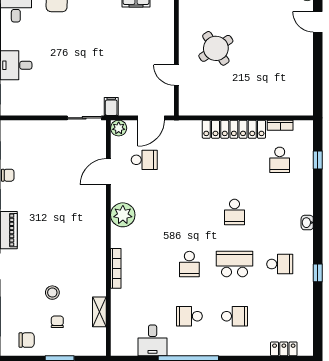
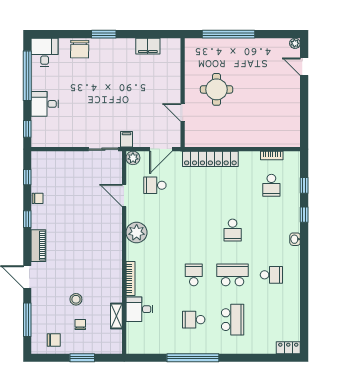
round table: (216, 48) -> (217, 89), turned 34
locker: (234, 129) -> (210, 159), moved
school desk: (144, 160) -> (155, 185), turned 180
door: (108, 172) -> (124, 195), hinge flipped
school desk: (189, 264) -> (194, 275), turned 180
window: (318, 273) -> (304, 215), moved
school desk: (235, 316) -> (233, 320), width x1.85
desk: (153, 340) -> (139, 309), moved, turned 90
locker: (284, 349) -> (288, 348), moved

